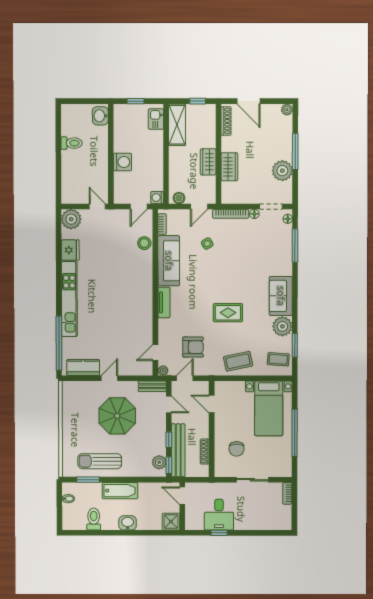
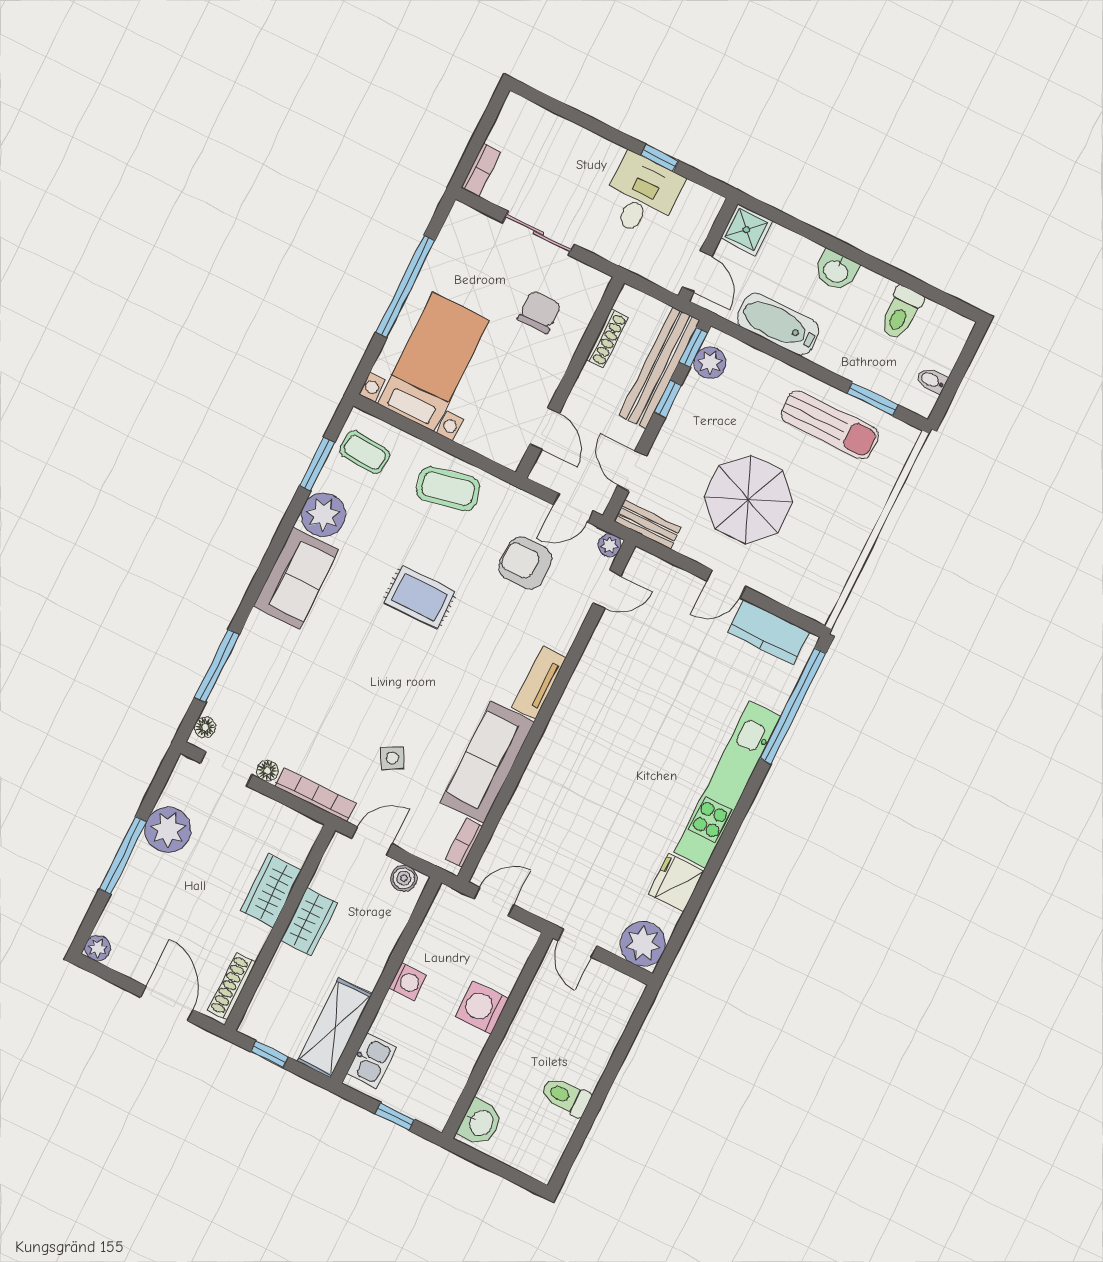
washing machine: (157, 198) -> (408, 982), moved
stool: (144, 243) -> (519, 822), removed
bathtub: (120, 491) -> (778, 324), moved

